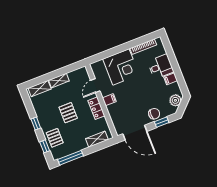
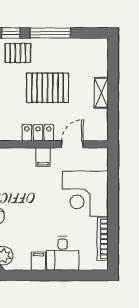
door: (95, 86) -> (72, 144), hinge flipped
shelving: (40, 89) -> (100, 59), removed
pallet: (68, 113) -> (48, 88), width x1.50, depth x1.42
window: (36, 123) -> (50, 33), width x2.17

